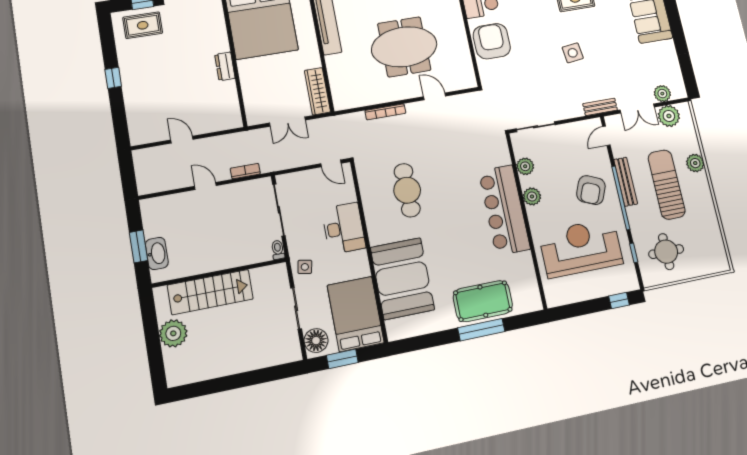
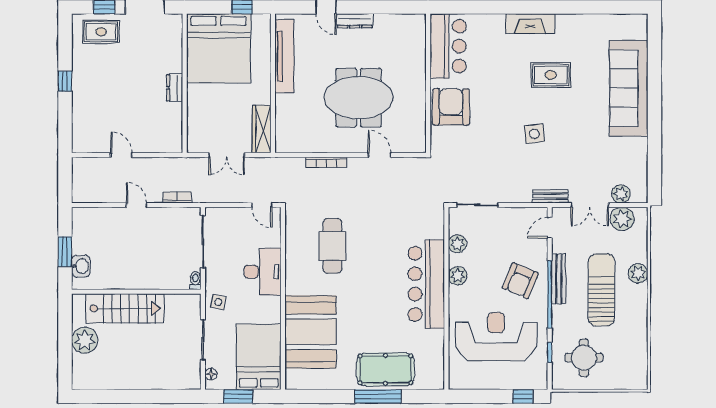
washbasin: (157, 253) -> (81, 266), width x0.72
floor lamp: (316, 341) -> (211, 374), width x0.53, depth x0.53

